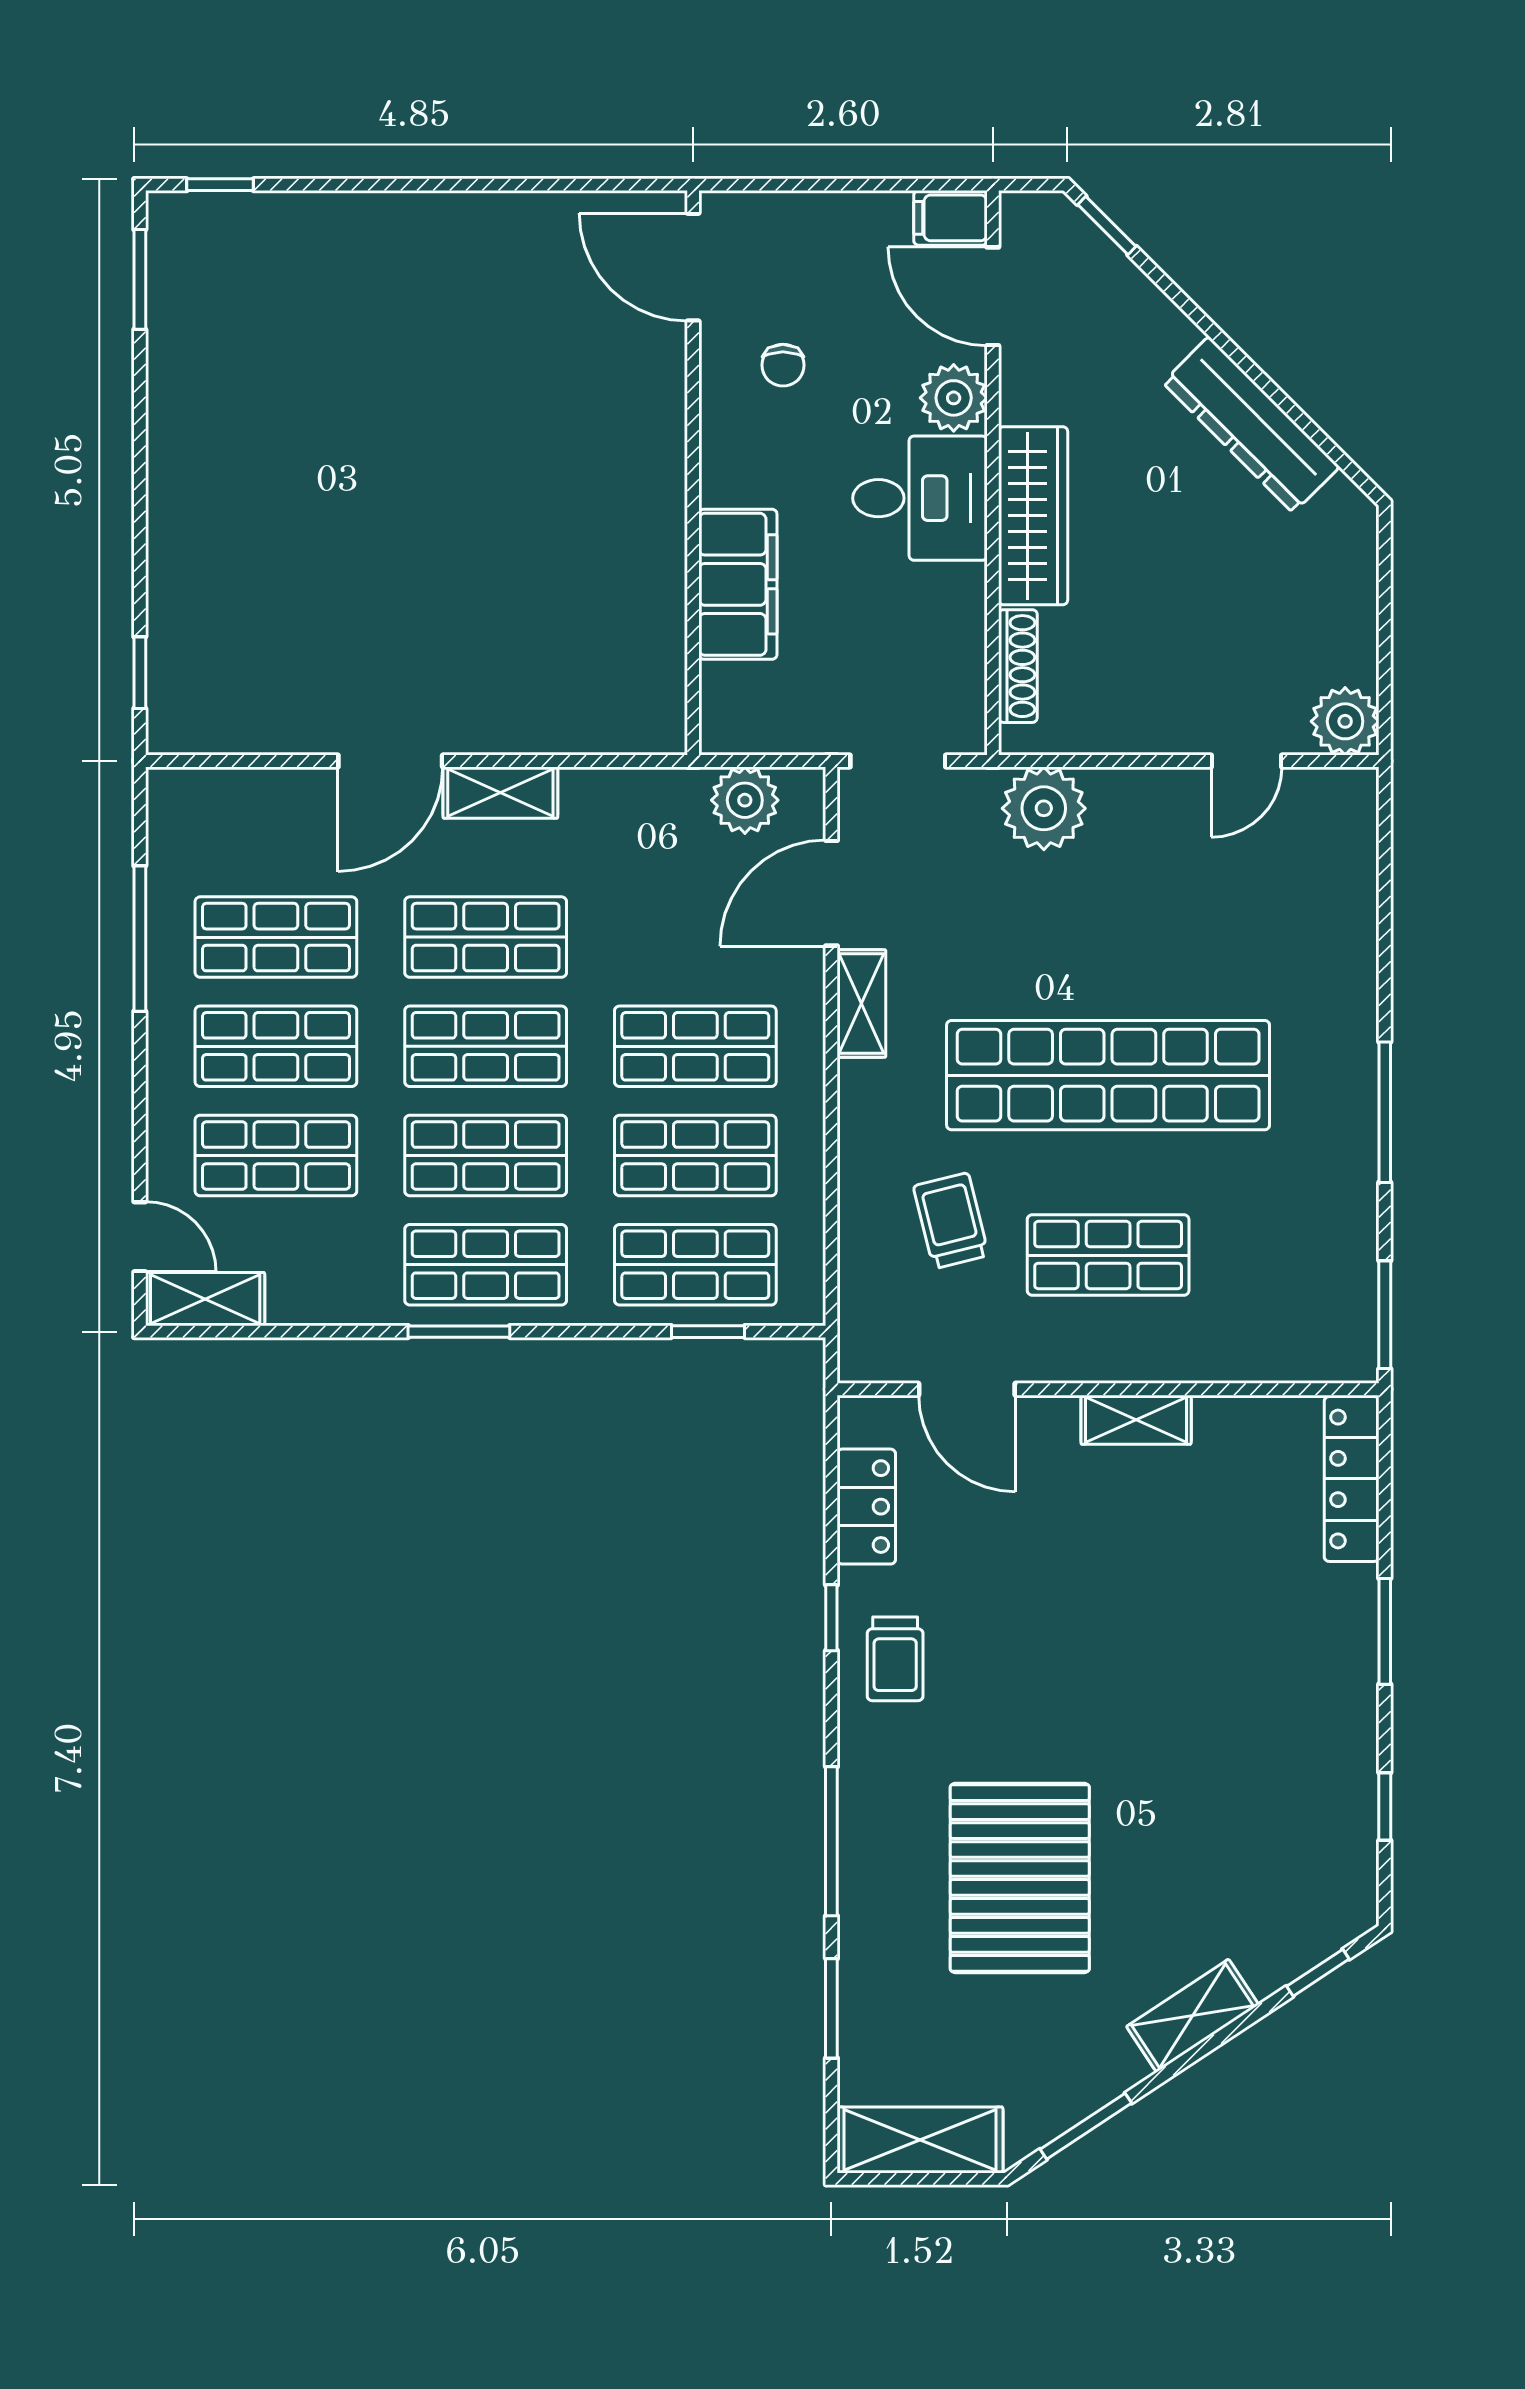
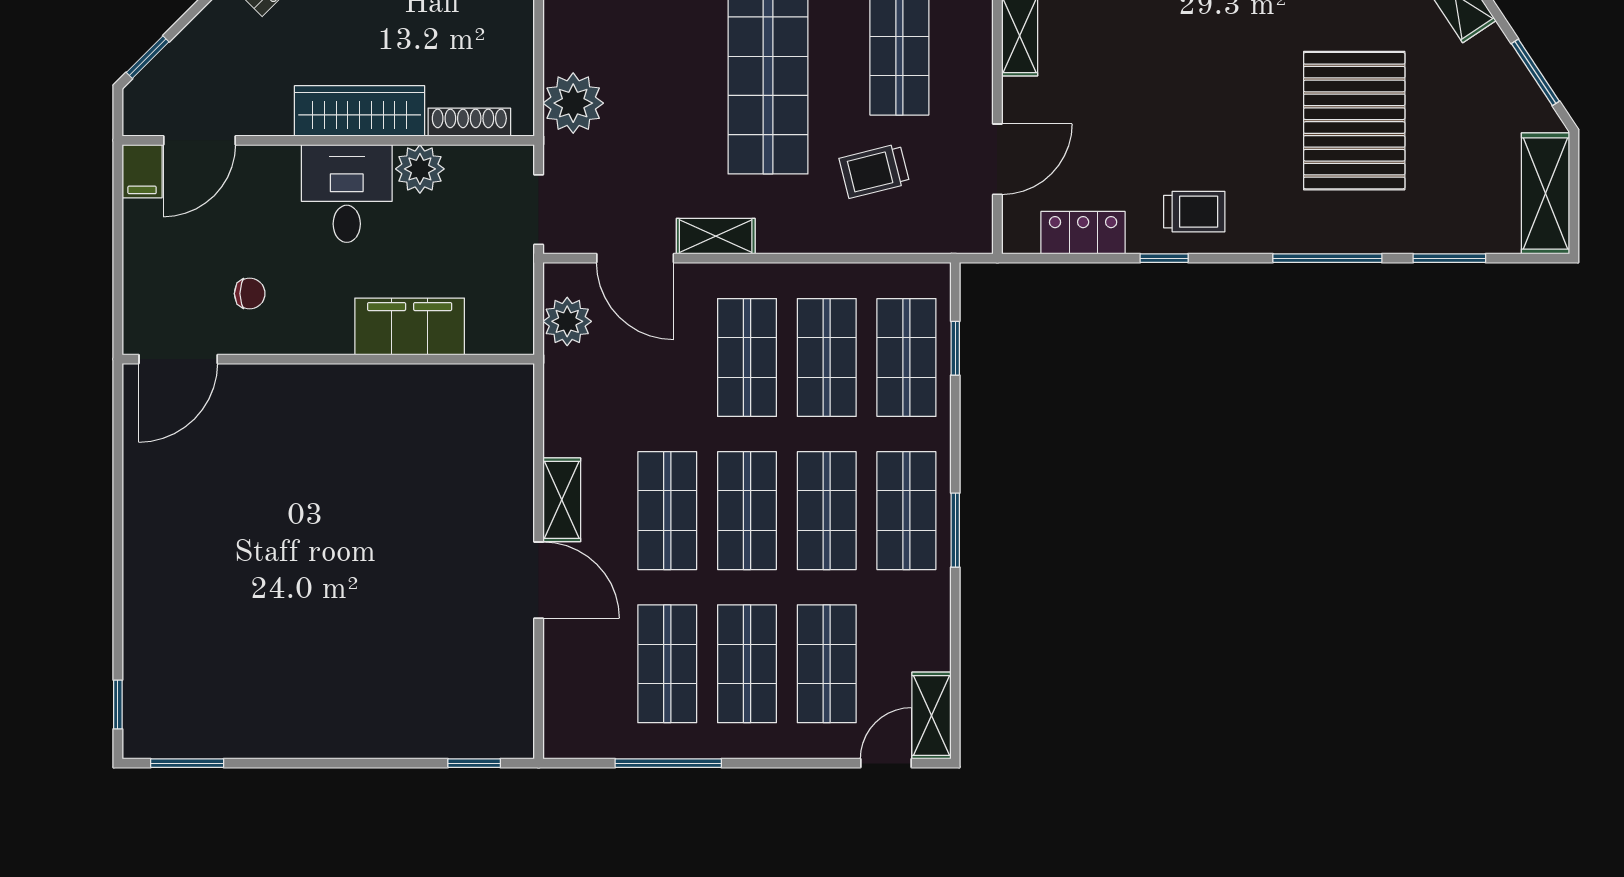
plant: (954, 398) -> (420, 169), moved
pallet: (1020, 1878) -> (1354, 121), turned 90

